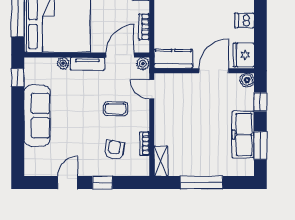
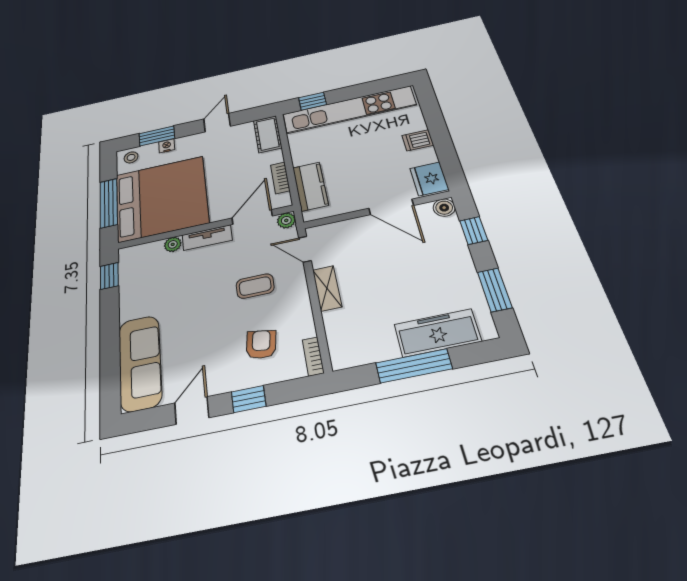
kitchen counter: (173, 59) -> (310, 186), moved, turned 90
door: (214, 71) -> (391, 207), swing flipped
sofa: (37, 116) -> (140, 363), moved
freezer: (243, 135) -> (437, 333), moved, turned 90
bookcase: (145, 144) -> (313, 356), moved
shelving: (161, 161) -> (327, 288), moved

